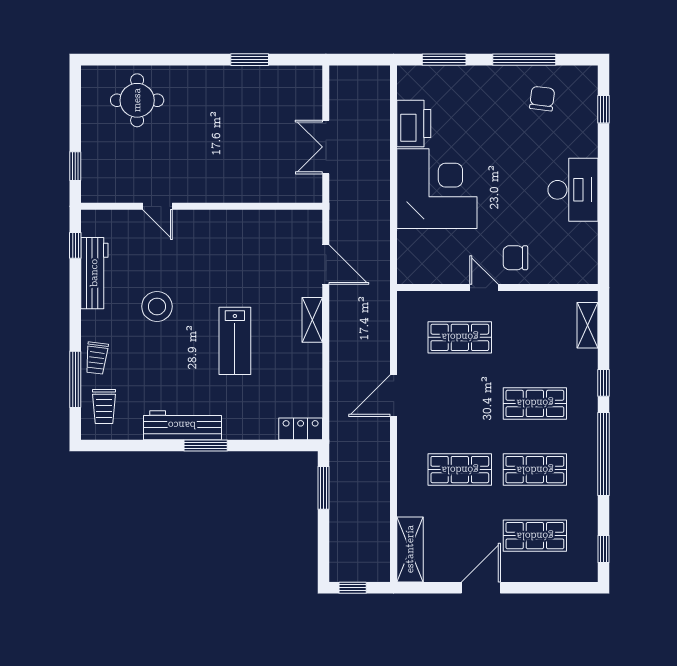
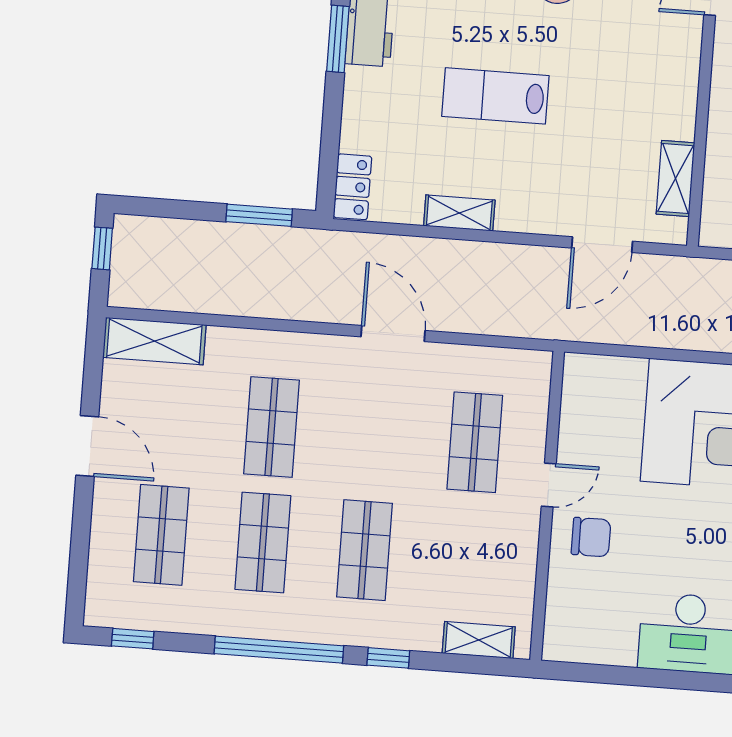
shelving: (280, 220) -> (675, 178), added
chair: (515, 258) -> (591, 537), turned 90
shelving: (312, 320) -> (459, 213), moved

